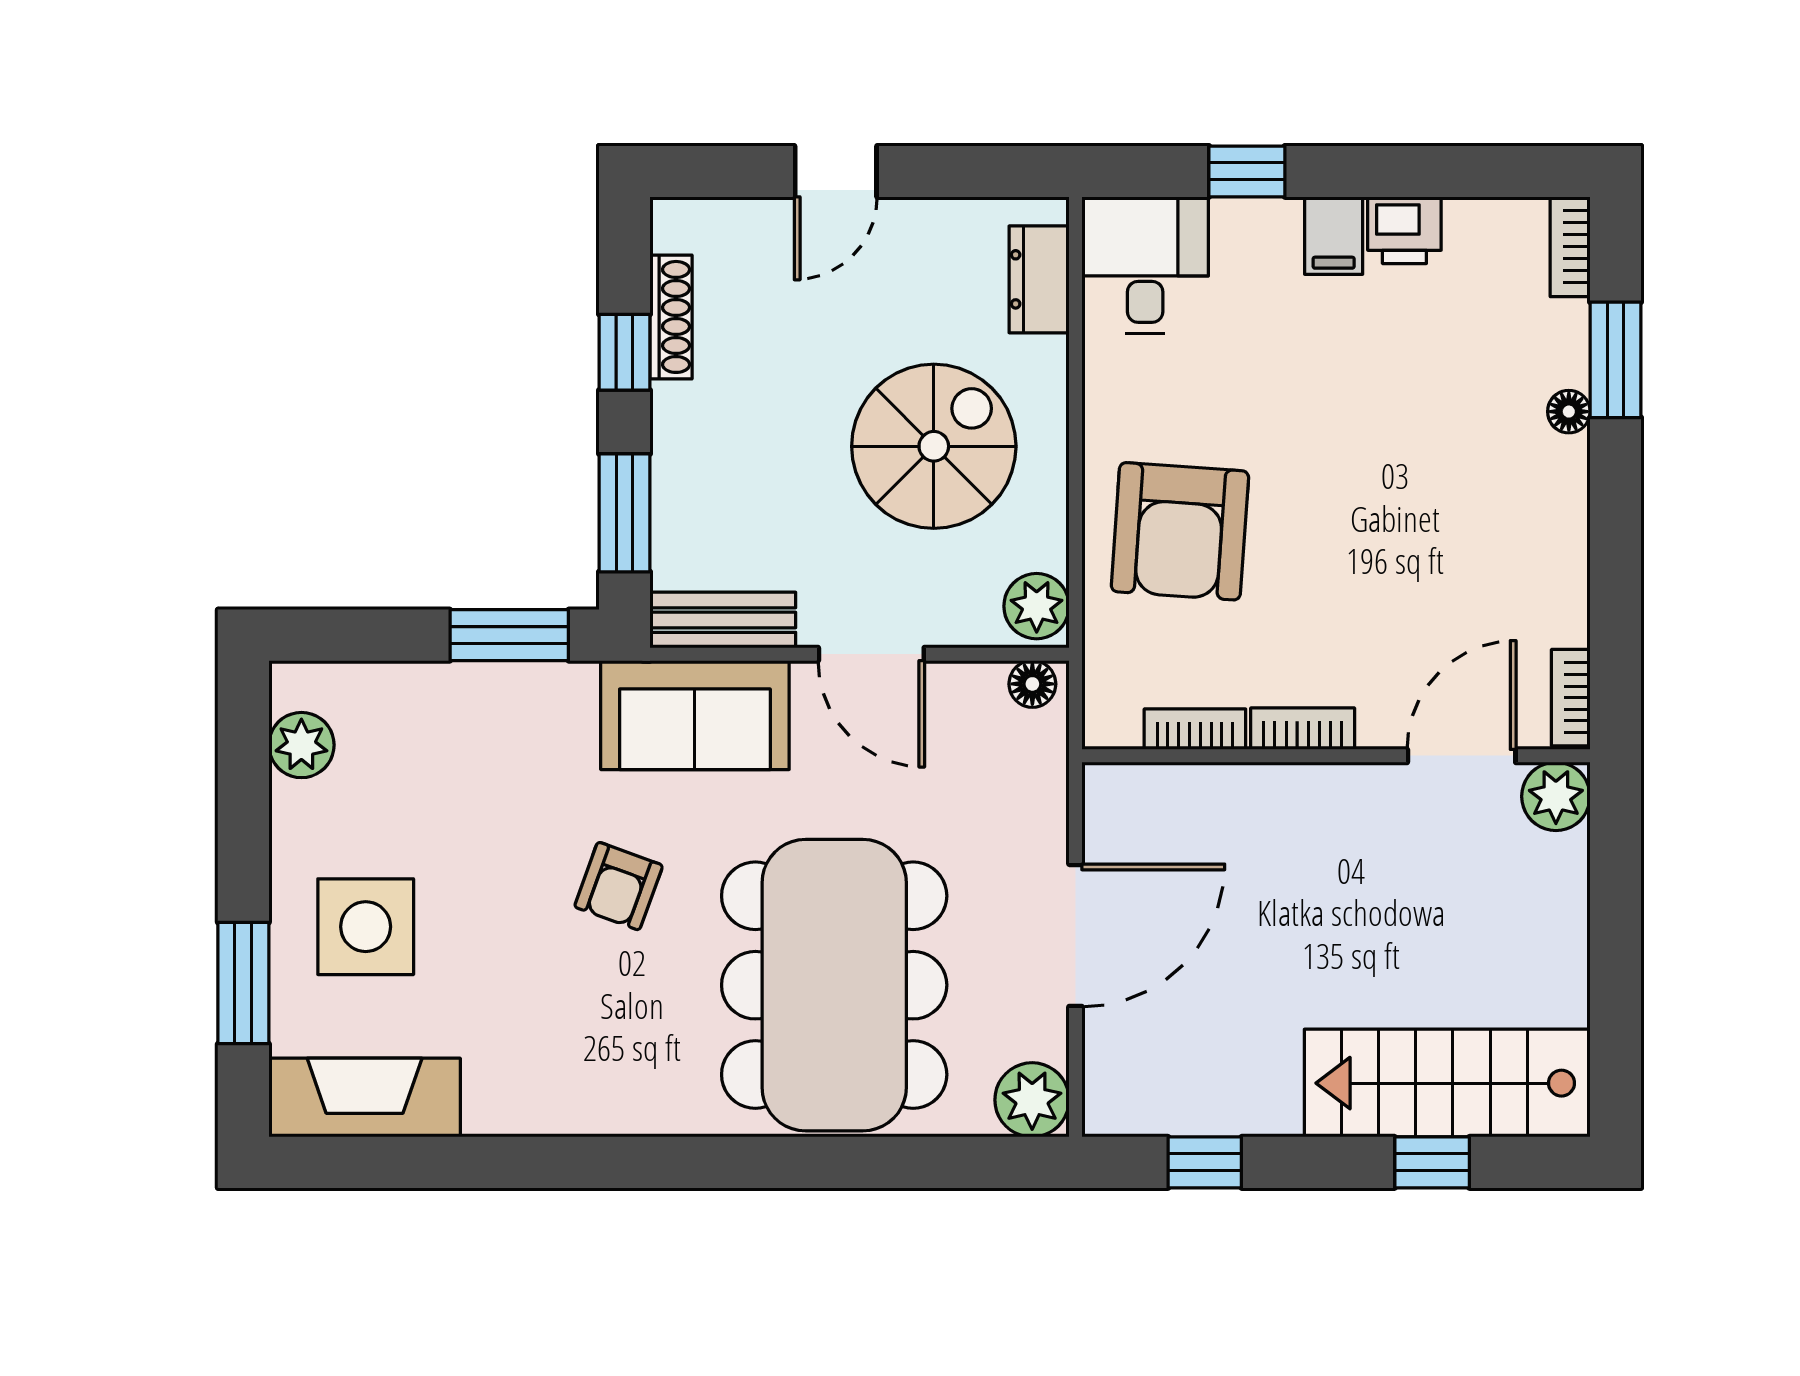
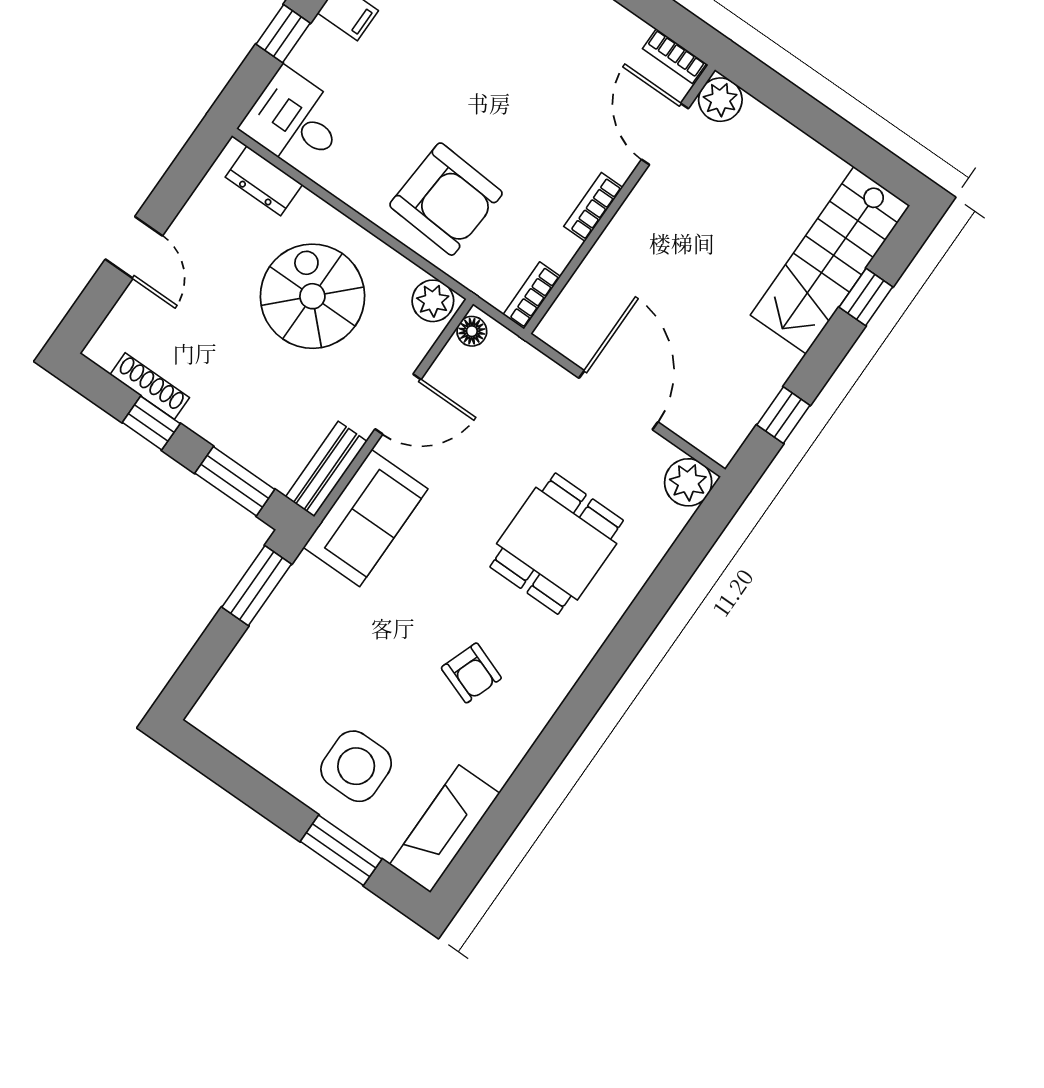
bookcase: (1195, 729) -> (532, 295), moved
plant: (301, 745) -> (238, 734), removed
armchair: (619, 886) -> (471, 673), moved
dining table: (834, 985) -> (557, 544), width x0.53, depth x0.80

